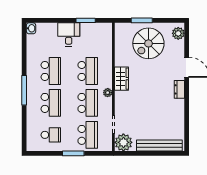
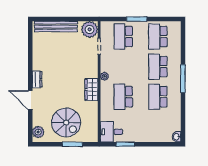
desk: (69, 34) -> (111, 132), moved, turned 90
spiral stairs: (148, 43) -> (66, 123), turned 90
school desk: (88, 103) -> (123, 67), removed
school desk: (51, 135) -> (158, 37), width x1.85

